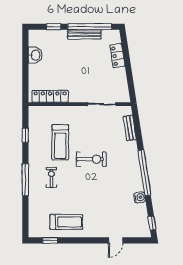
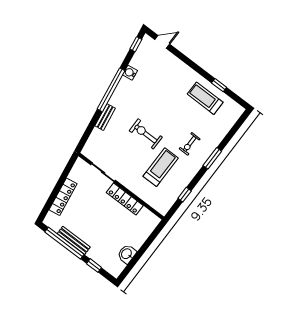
locker: (117, 56) -> (63, 197), width x1.53
locker: (50, 96) -> (125, 199), moved
bench: (130, 128) -> (105, 117), moved
window: (25, 180) -> (212, 158), width x0.69
window: (50, 240) -> (219, 85), moved
door: (116, 240) -> (162, 42), moved

